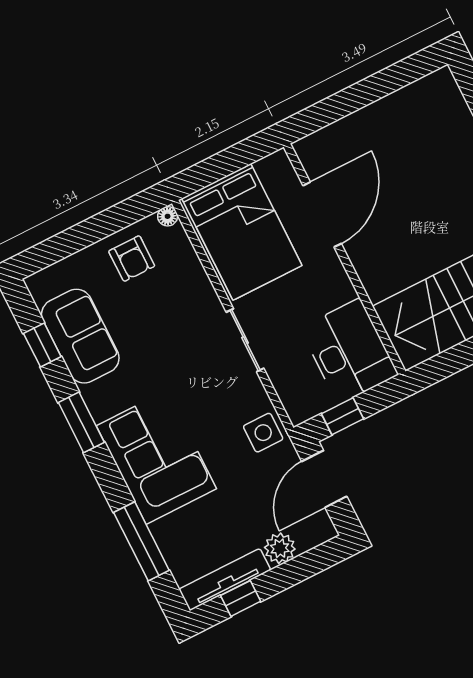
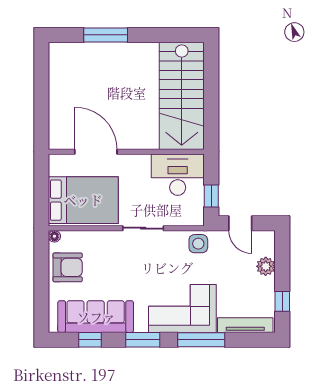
armchair: (132, 259) -> (68, 267), width x1.38, depth x1.38
sofa: (80, 336) -> (96, 317), width x1.36
door: (324, 479) -> (240, 223), width x0.73
window: (141, 541) -> (201, 340), moved
tv unit: (225, 580) -> (245, 325), moved, turned 90

